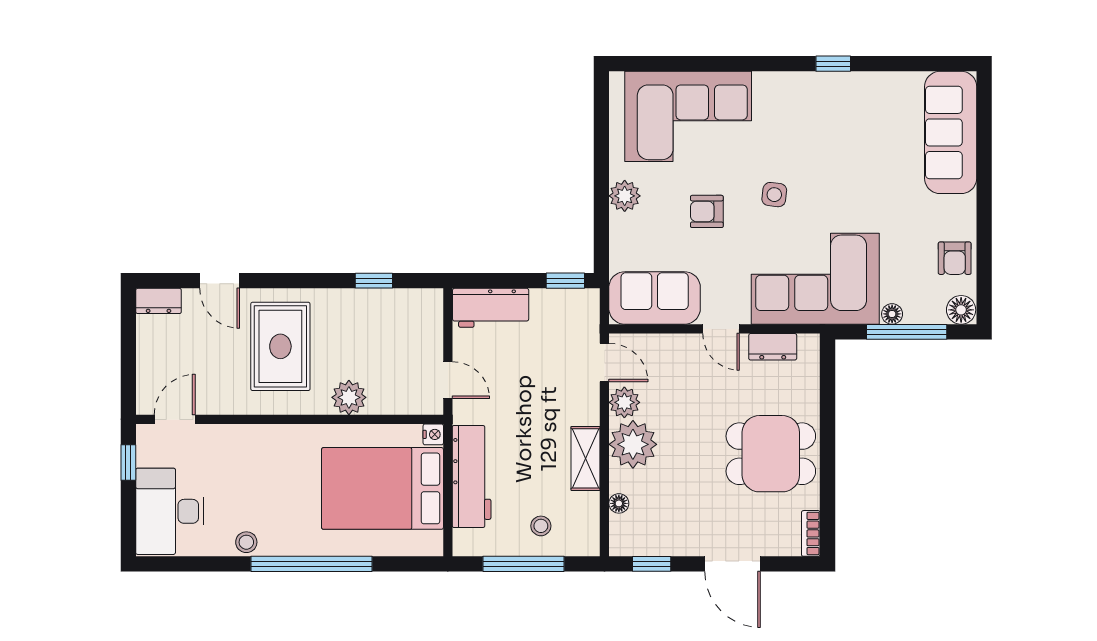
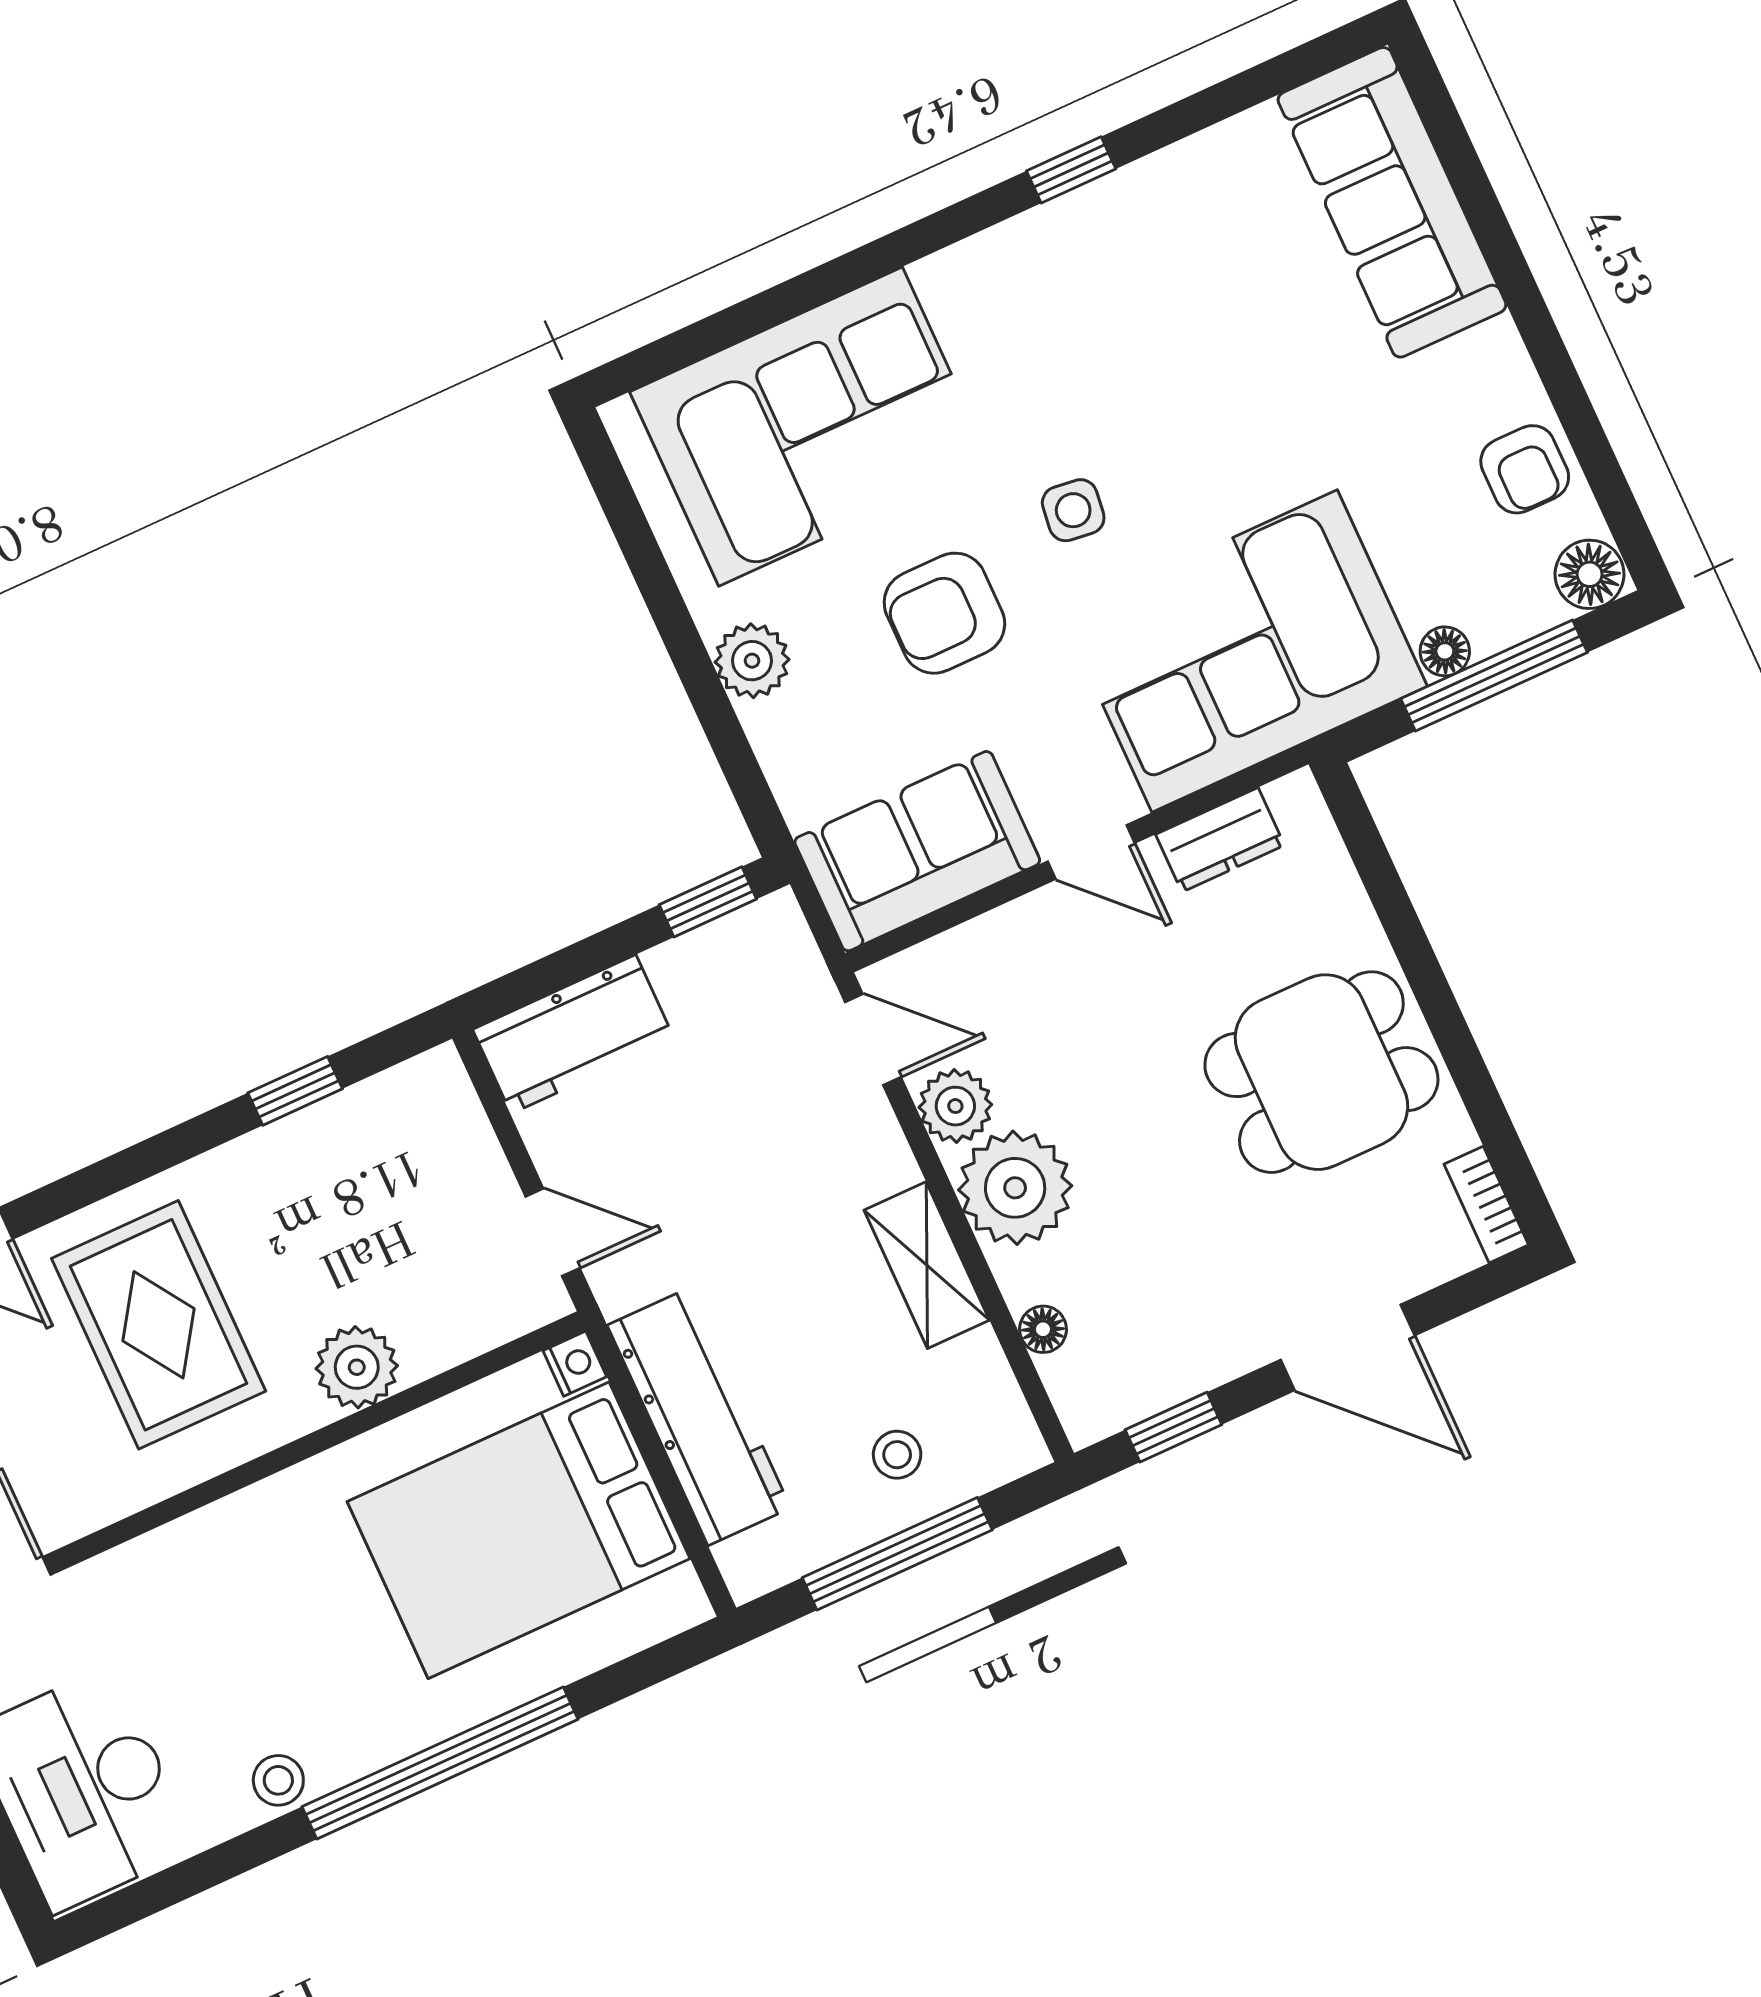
armchair: (707, 211) -> (944, 613), width x1.38, depth x1.38

